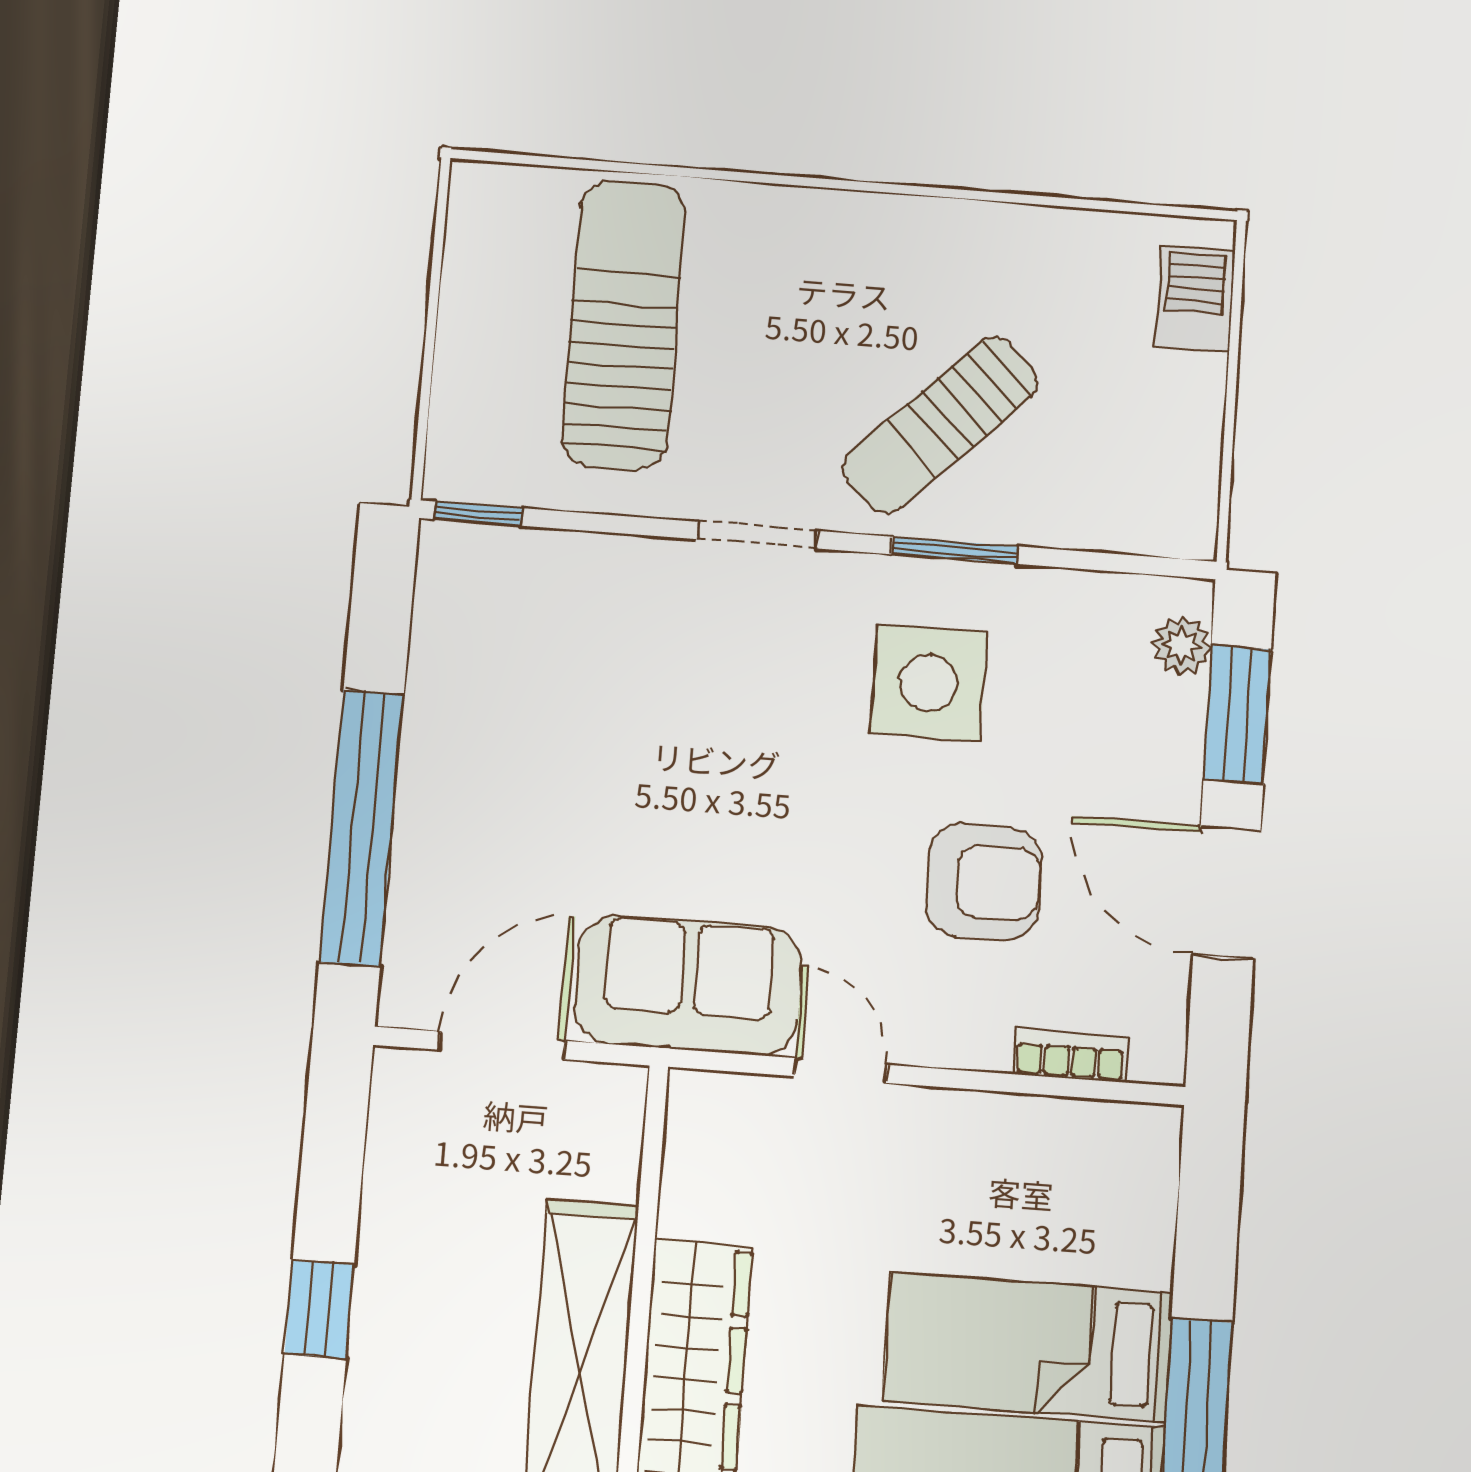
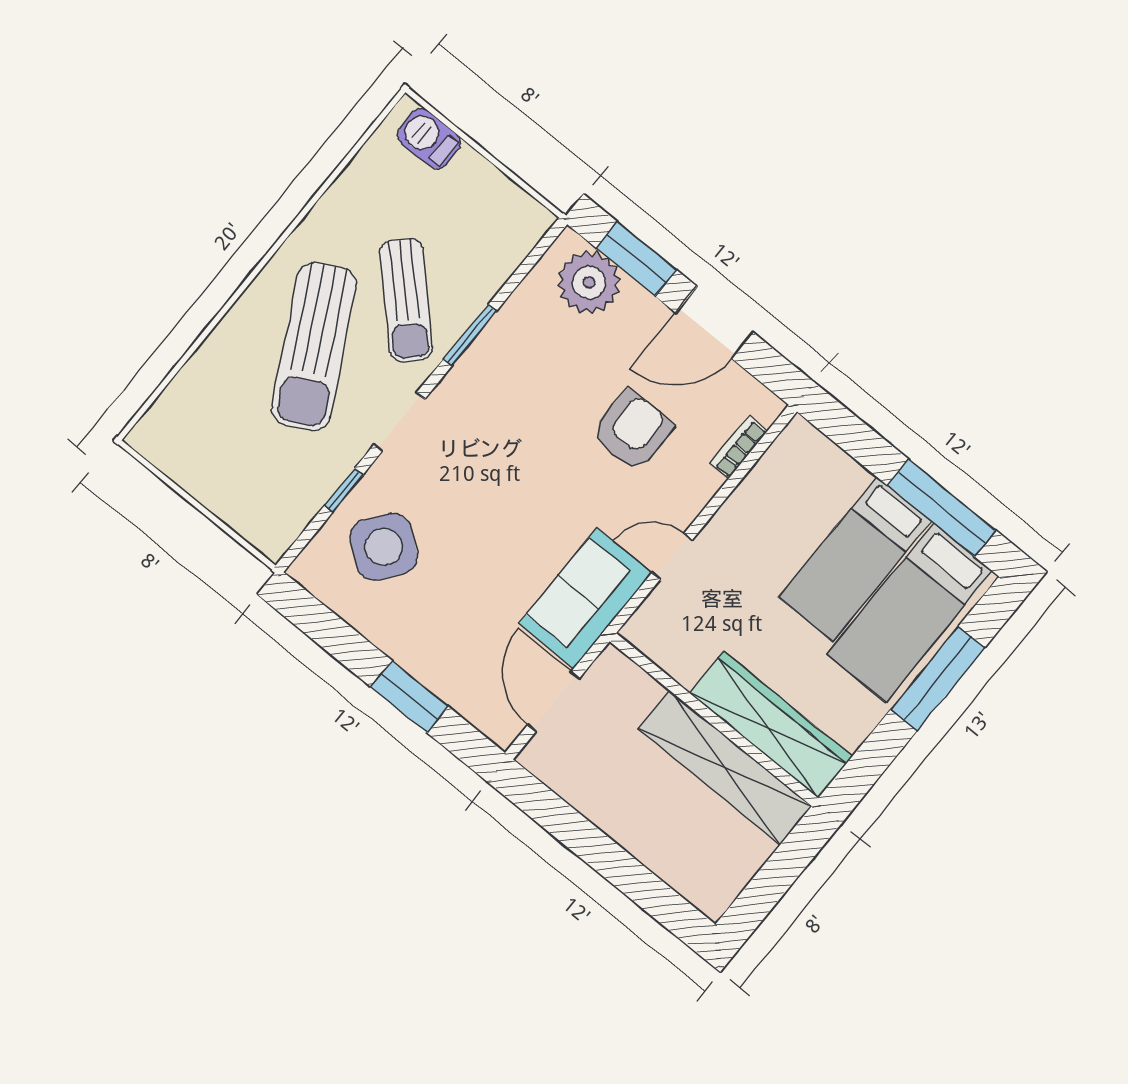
sun lounger: (624, 325) -> (314, 346), moved, turned -118
window: (478, 514) -> (344, 490), moved
plant: (1182, 645) -> (589, 282), width x1.87, depth x1.87
side table: (928, 683) -> (384, 547), moved, turned 37
window: (362, 827) -> (410, 697), width x0.47
window: (319, 1309) -> (615, 865), removed

